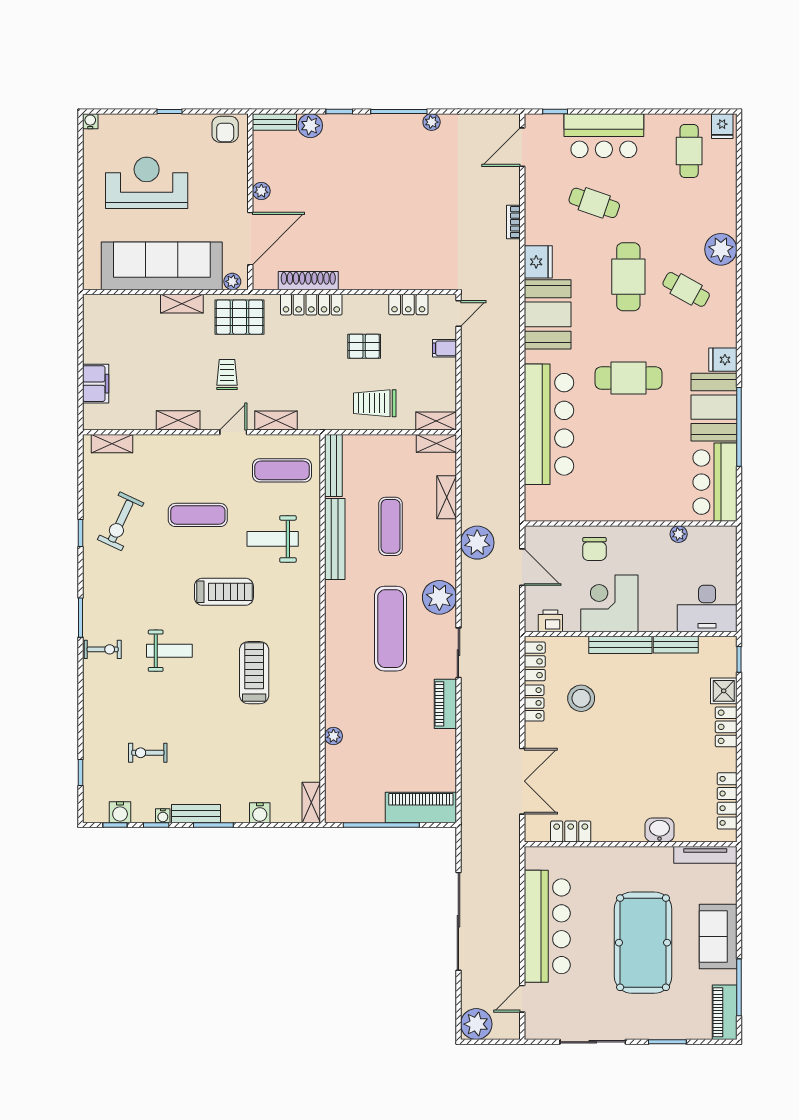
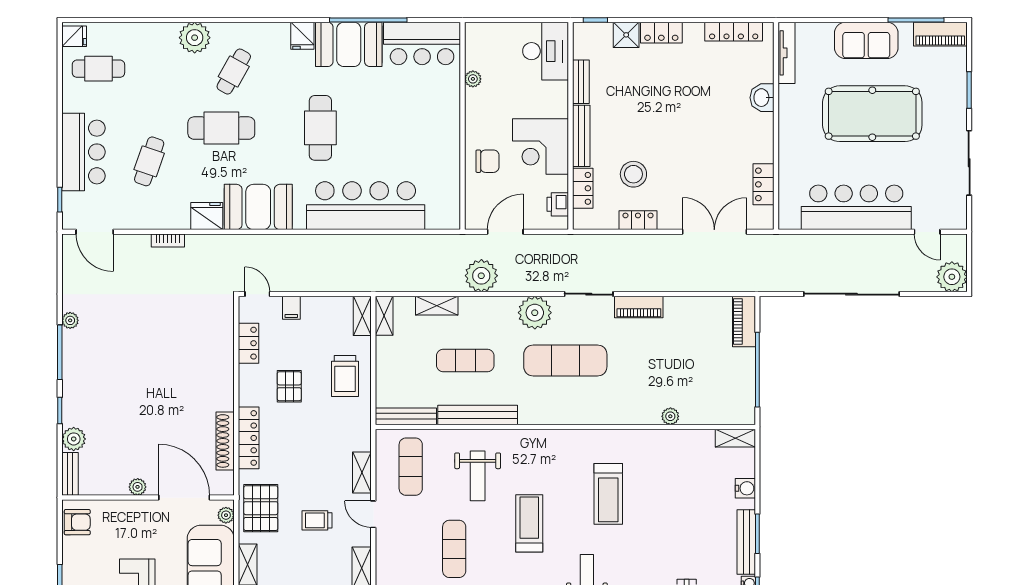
locker: (535, 661) -> (583, 188), moved, turned 90
treadmill: (254, 673) -> (608, 494), turned -90
piano: (421, 808) -> (744, 322), width x0.73, depth x0.75
bench: (196, 814) -> (746, 542), width x1.36

